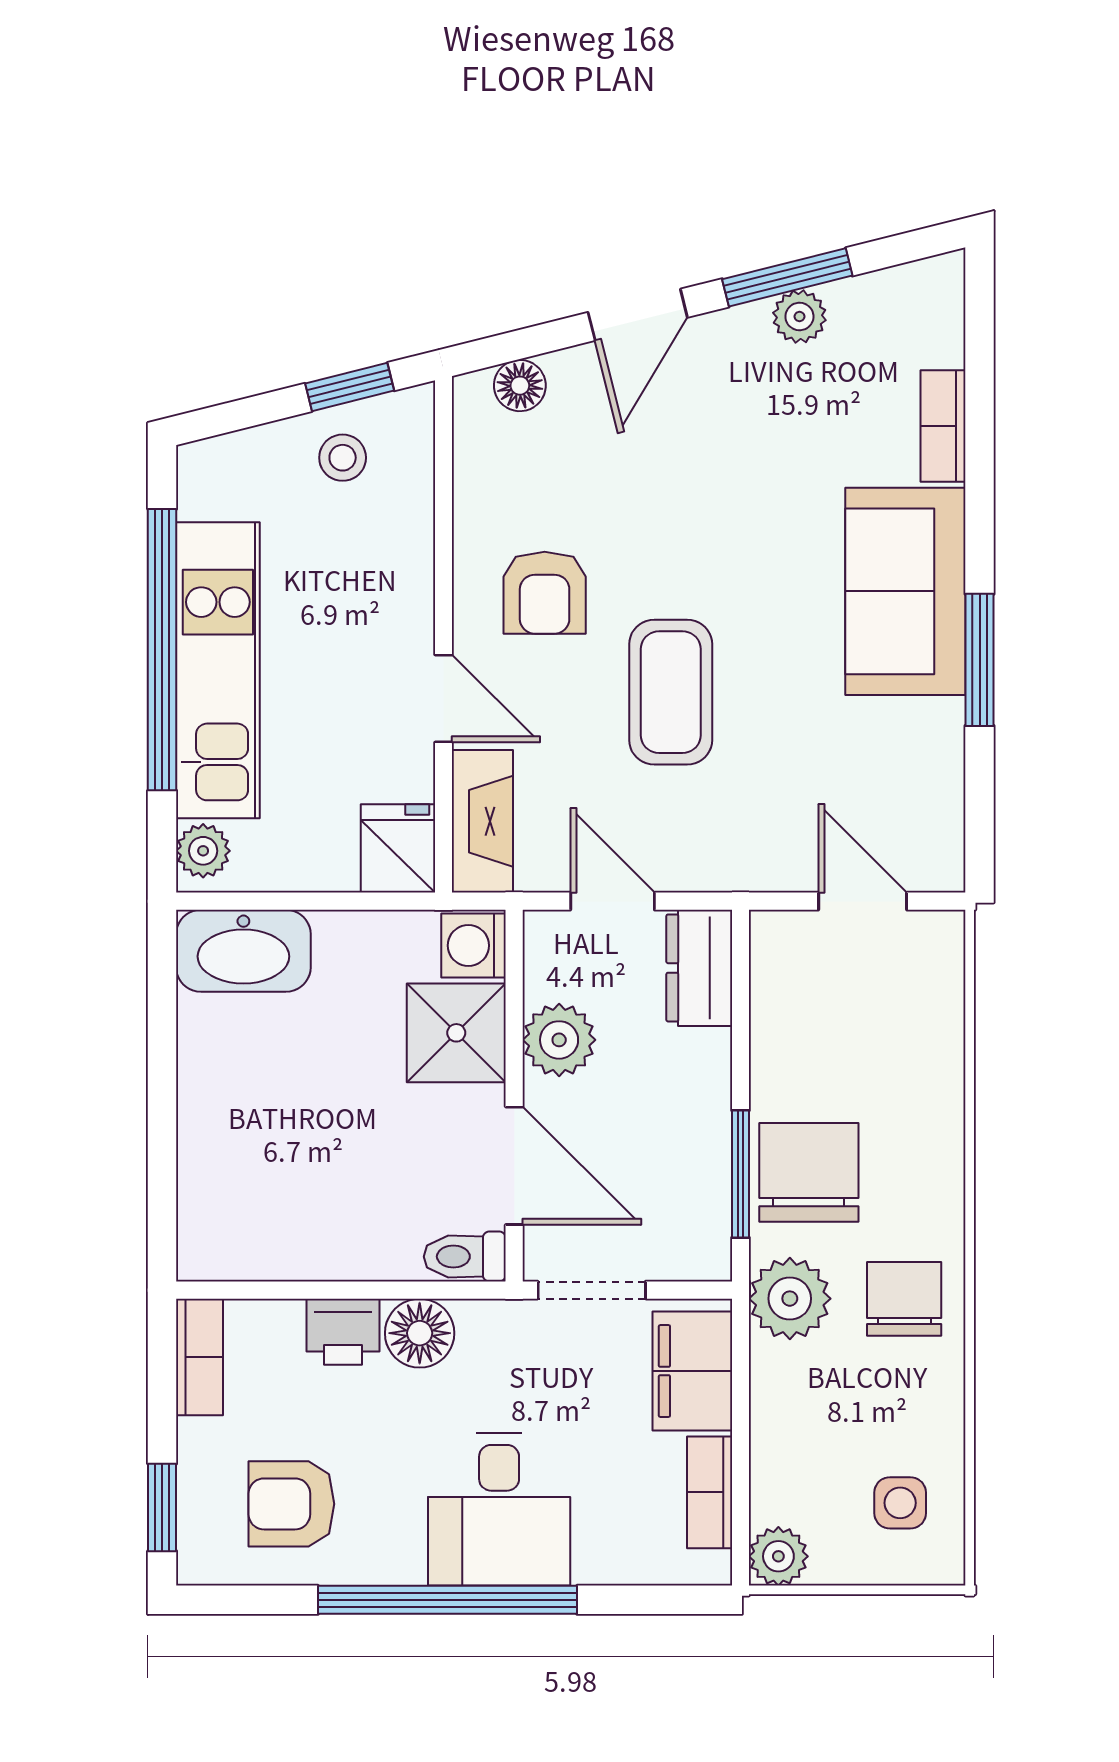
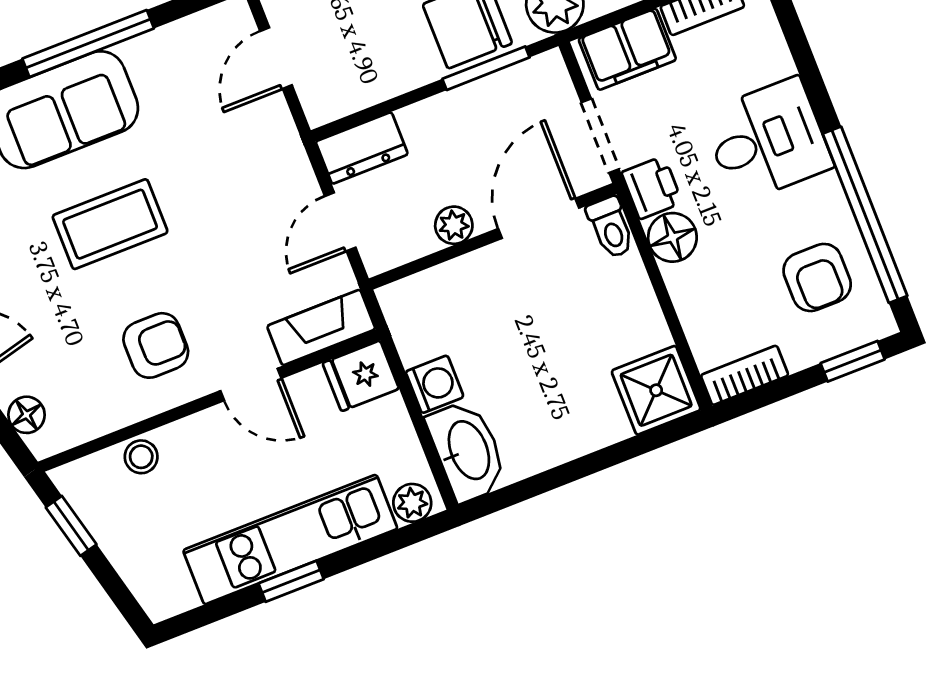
stool: (343, 458) -> (141, 457), moved
window: (162, 650) -> (291, 581), width x0.32
window: (980, 660) -> (88, 44), width x1.44
coffee table: (671, 692) -> (110, 224), moved
door: (443, 699) -> (251, 385), swing flipped
washing machine: (474, 946) -> (435, 384), moved, turned -90
shower: (456, 1033) -> (656, 390), moved
plant: (559, 1040) -> (454, 225), width x0.73, depth x0.73
printer: (343, 1332) -> (652, 188), moved
window: (448, 1600) -> (865, 215), moved

